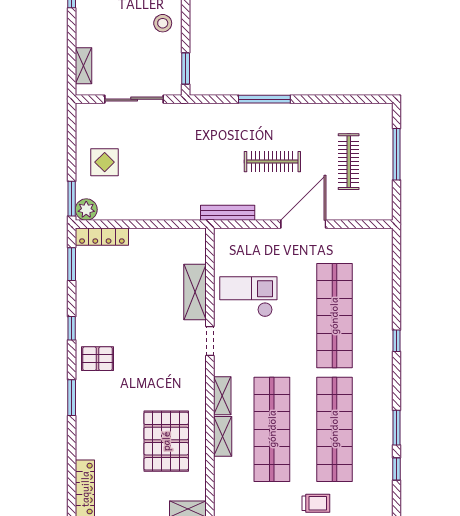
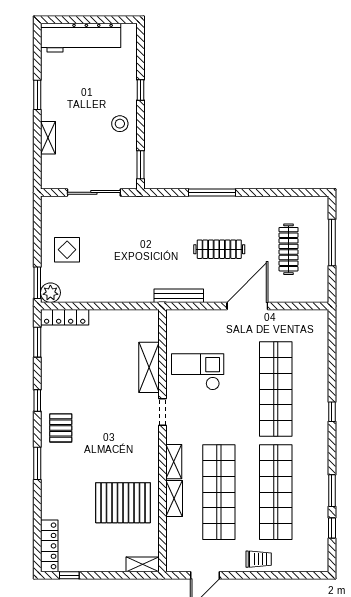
shelving: (84, 66) -> (48, 138), moved
pallet: (98, 359) -> (61, 428), turned 90
pallet: (166, 441) -> (123, 503), turned 90

